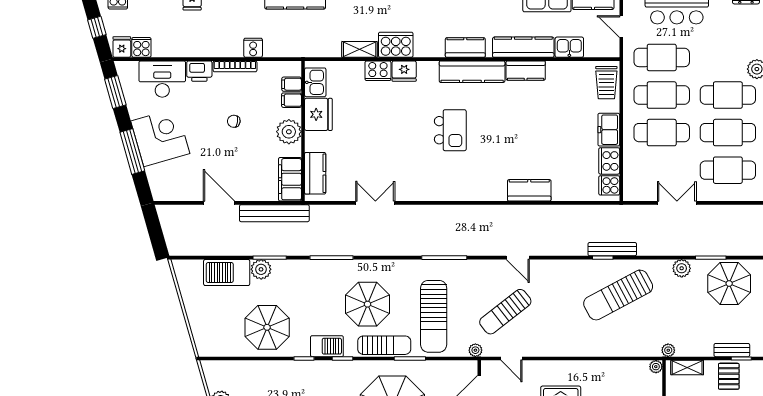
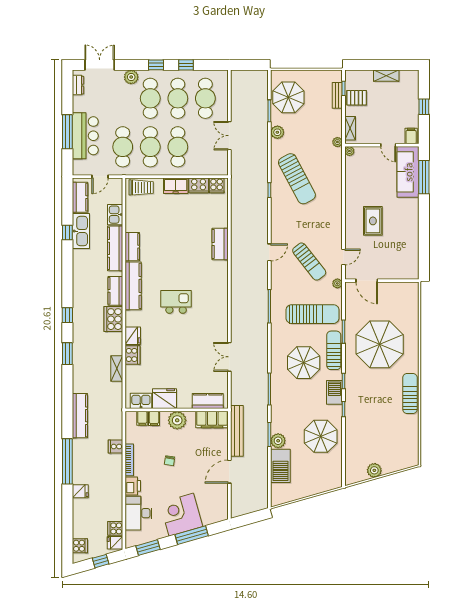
cooker: (396, 45) -> (113, 319), moved
bench: (612, 249) -> (263, 183), removed

